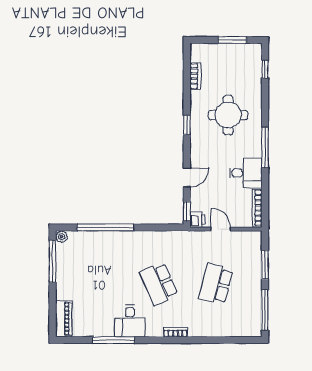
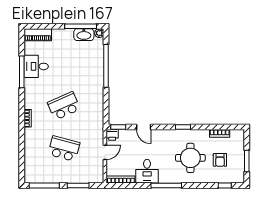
armchair: (231, 76) -> (220, 160), added
washbasin: (64, 257) -> (84, 35), added
desk: (130, 321) -> (36, 66), moved

